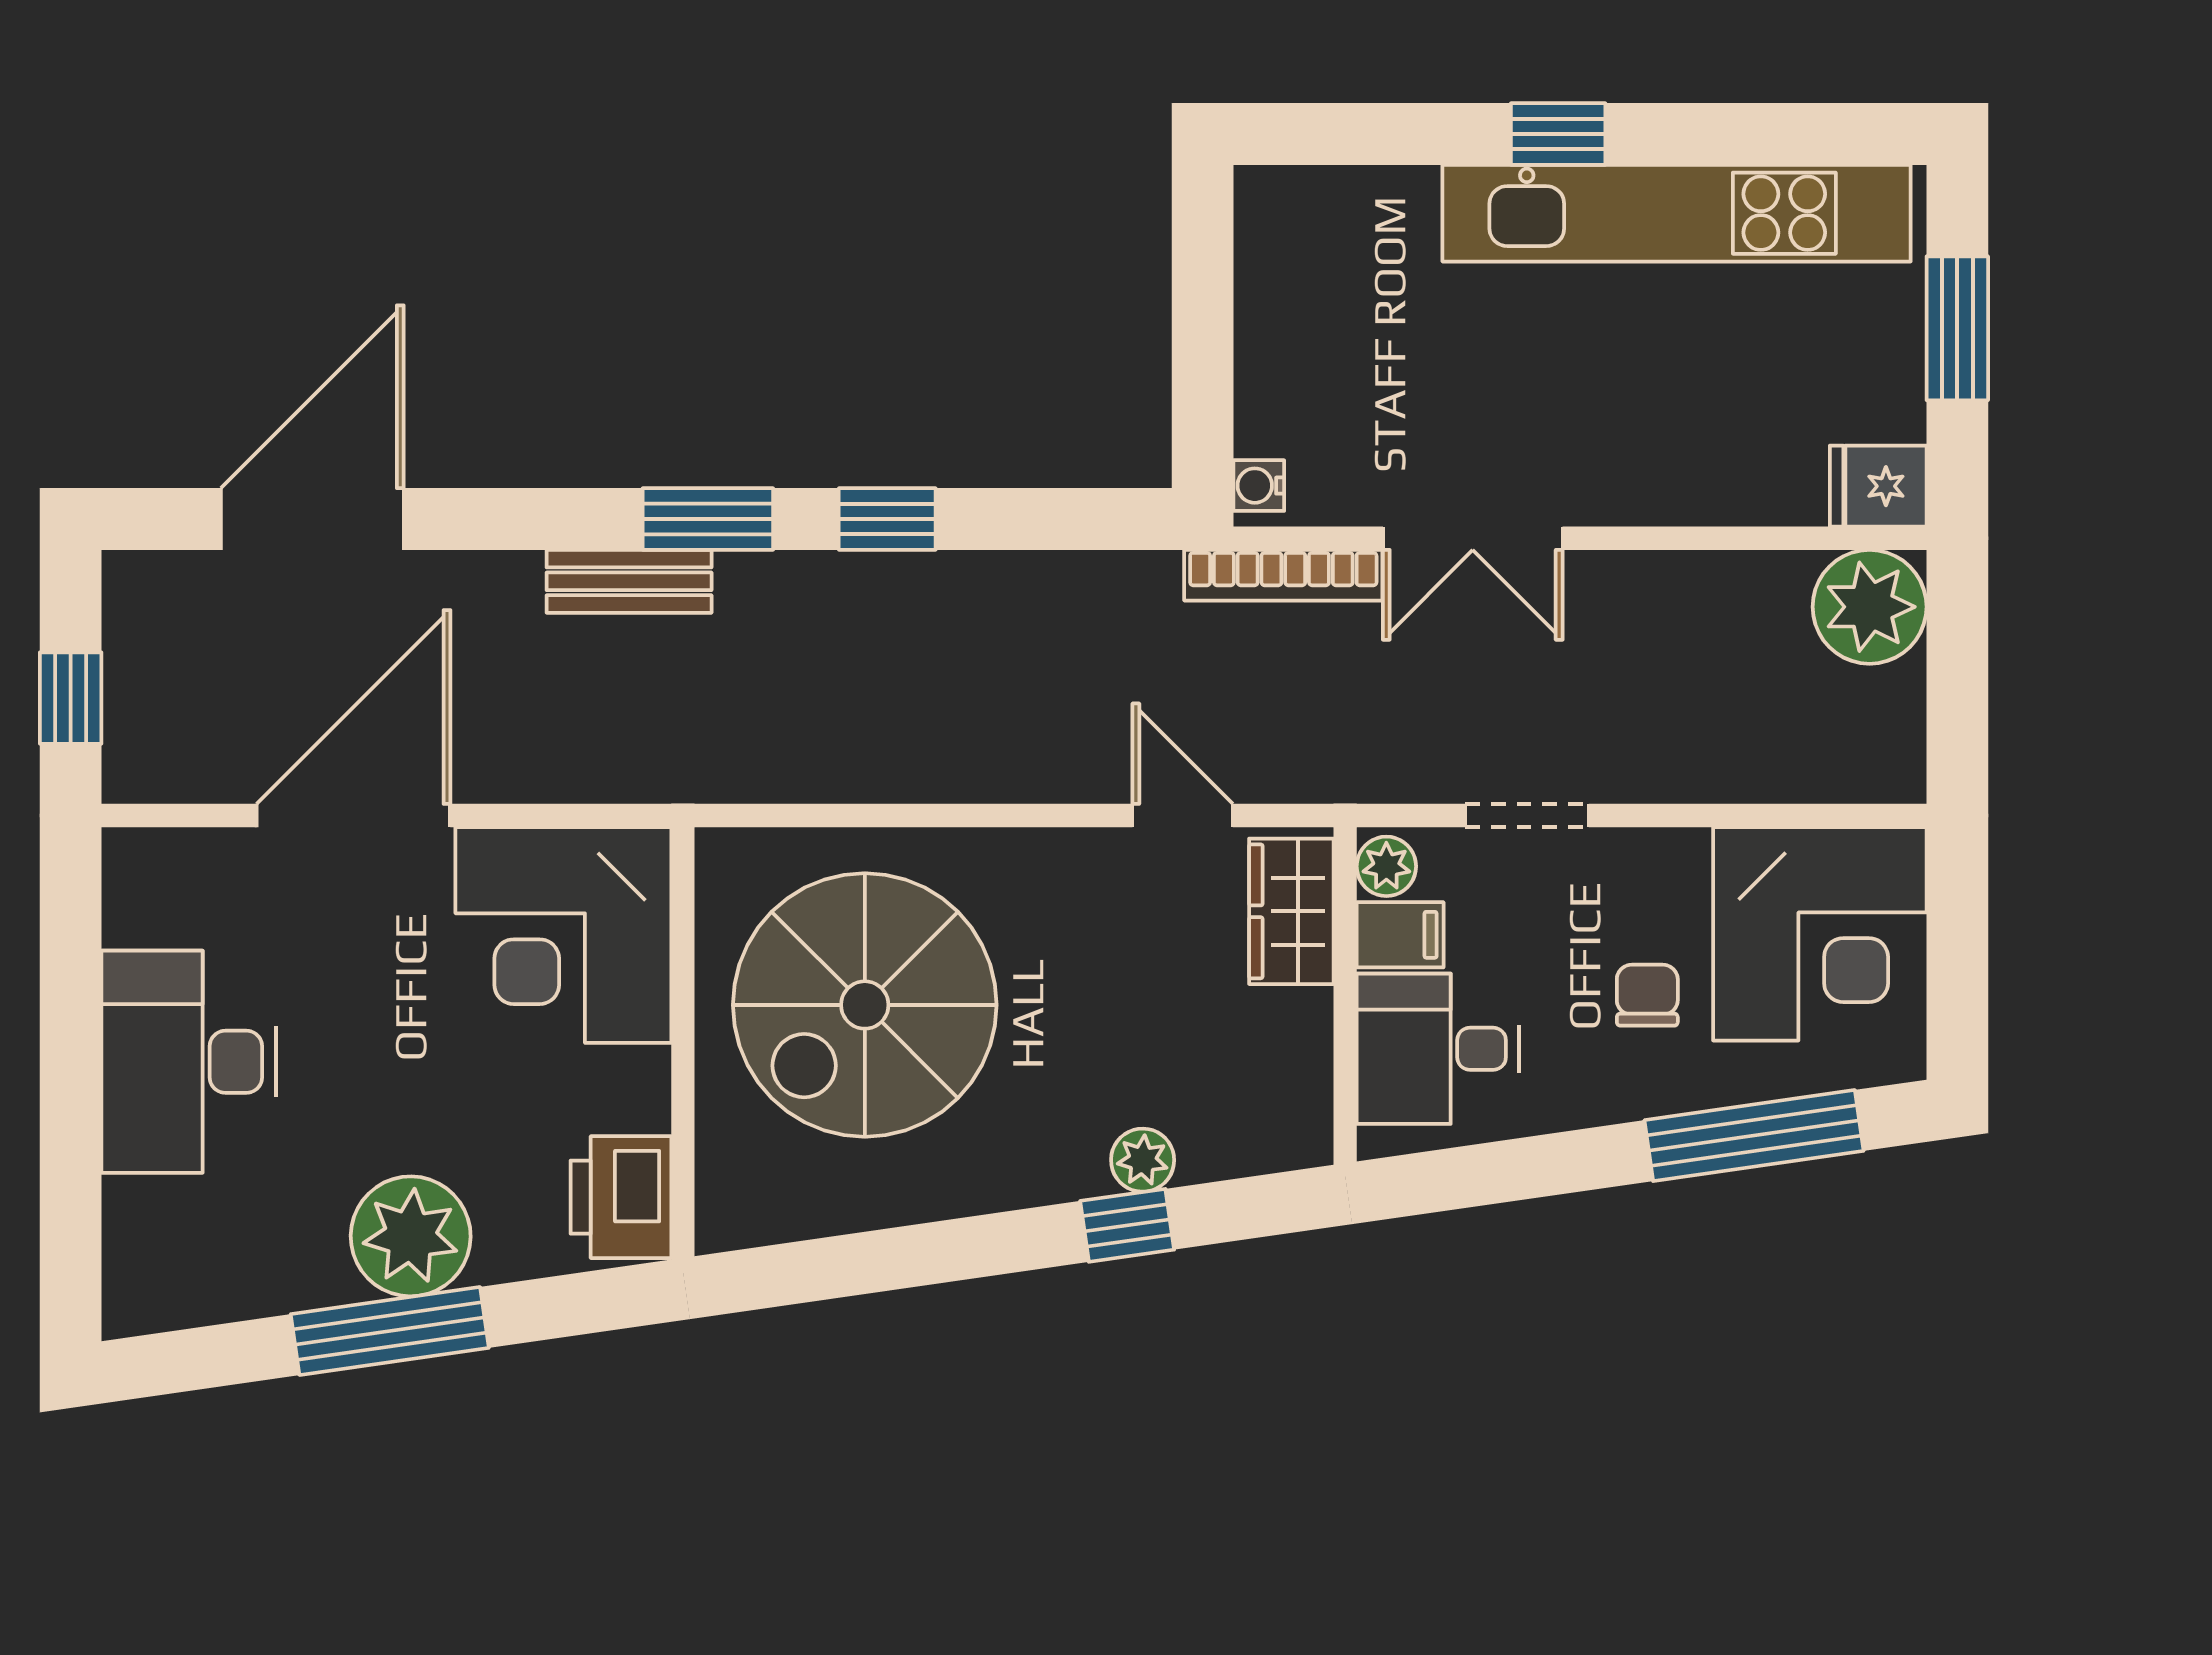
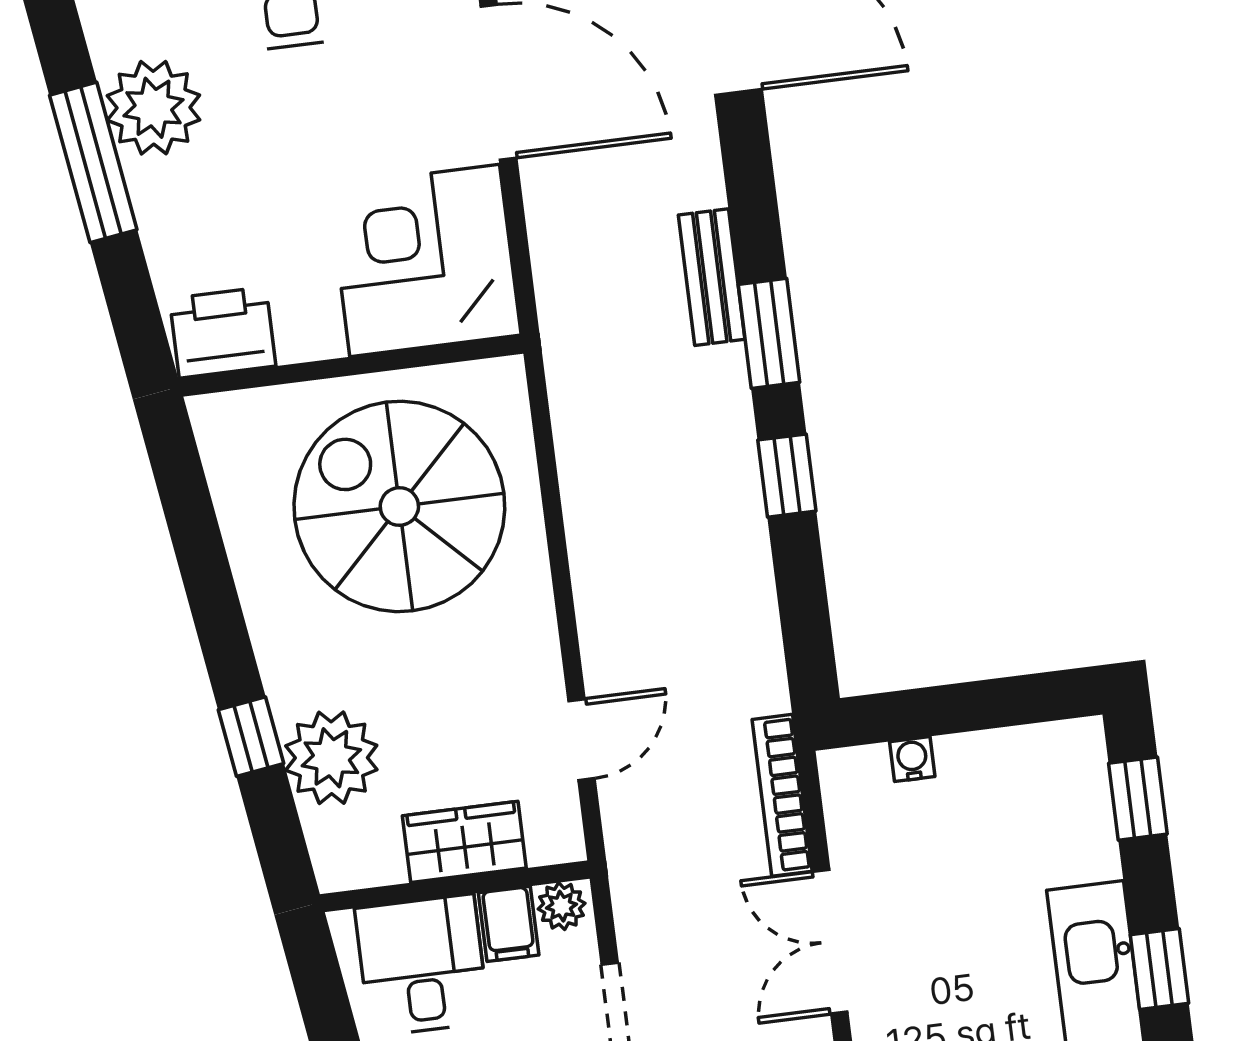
window: (1343, 134) -> (1138, 799), added
water cooler: (1259, 486) -> (912, 759), moved
wardrobe: (1291, 911) -> (464, 842), moved
plant: (1143, 1160) -> (331, 758), width x1.87, depth x1.87
plant: (411, 1236) -> (153, 108), moved

